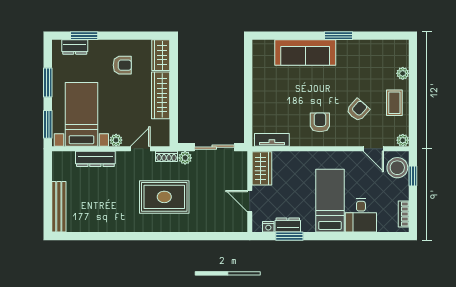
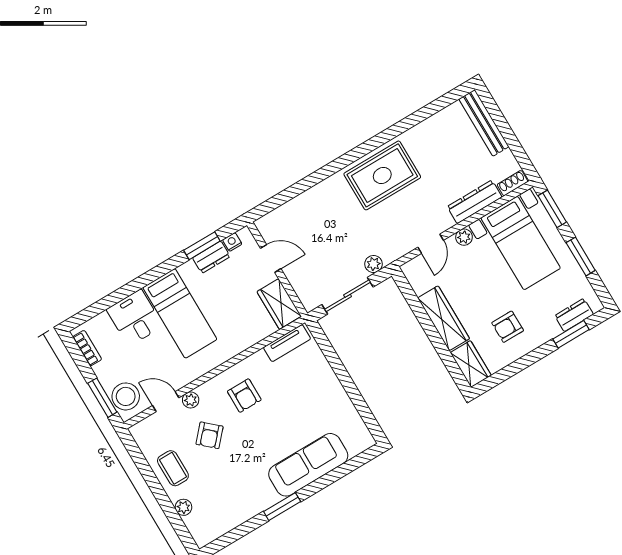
plant: (403, 140) -> (191, 400), moved
shoe rack: (166, 156) -> (512, 183), moved
window: (413, 176) -> (102, 398), width x1.50
rug: (164, 197) -> (382, 175), moved

